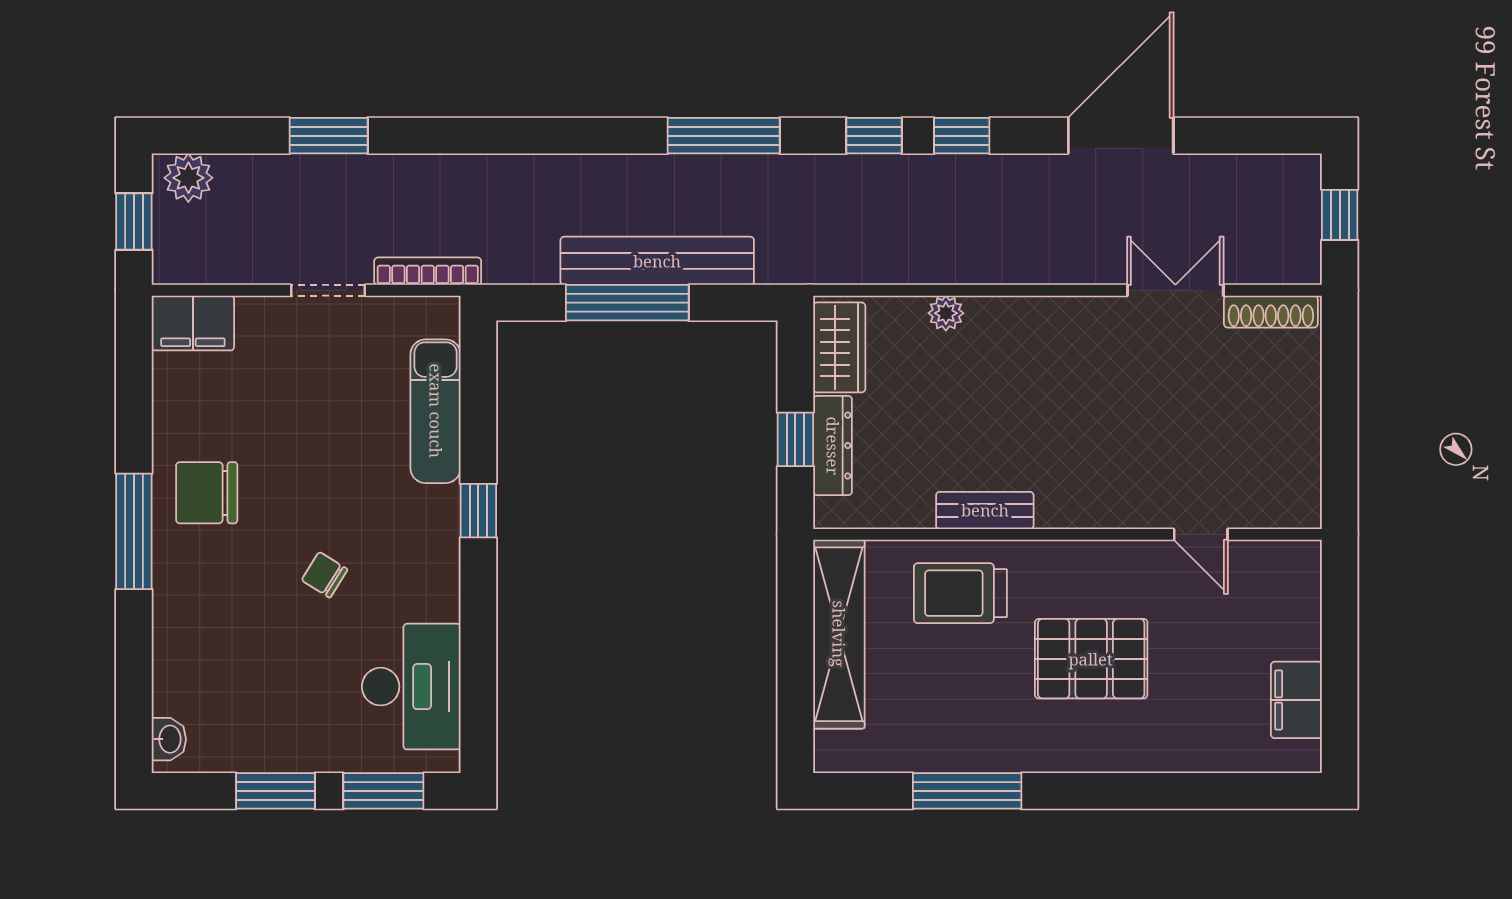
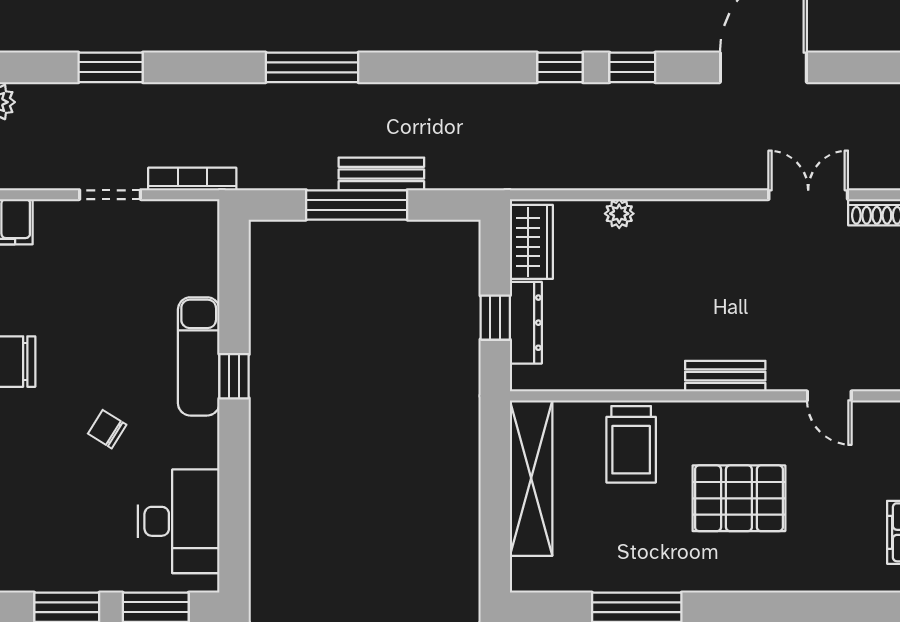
window: (724, 136) -> (312, 67), moved
bench: (657, 261) -> (381, 174), width x0.54, depth x0.82
exam couch: (436, 411) -> (199, 356), moved
bench: (985, 510) -> (725, 376), moved
trolley: (960, 593) -> (631, 444), turned -90

